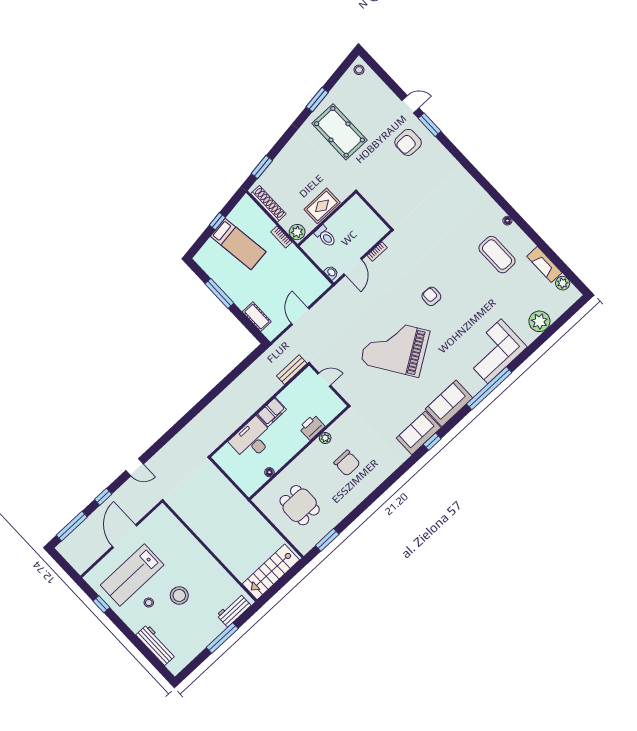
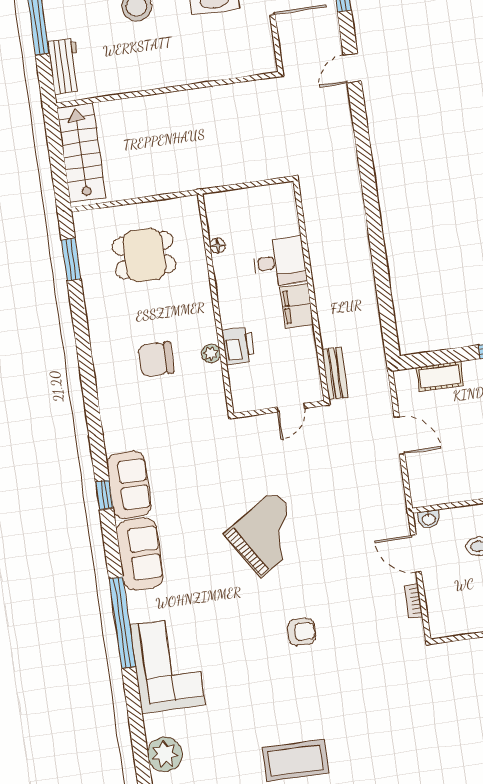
grand piano: (395, 347) -> (267, 534), width x0.73, depth x0.68
desk: (252, 440) -> (279, 262), width x0.73

